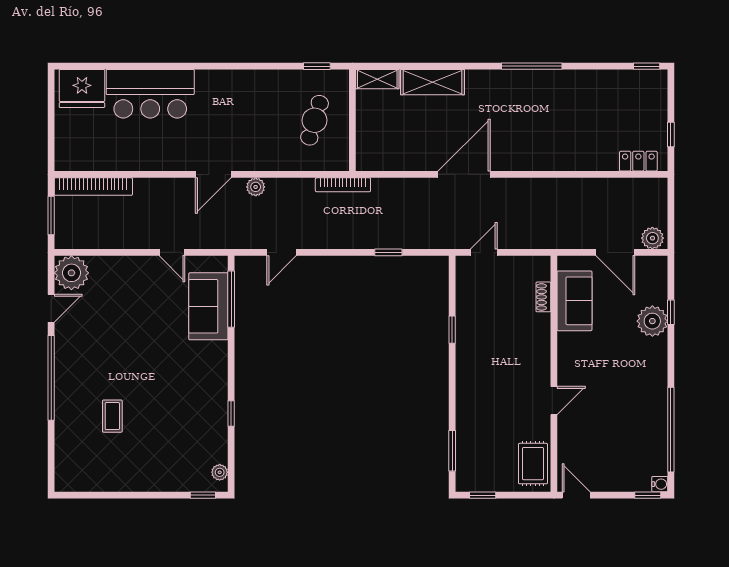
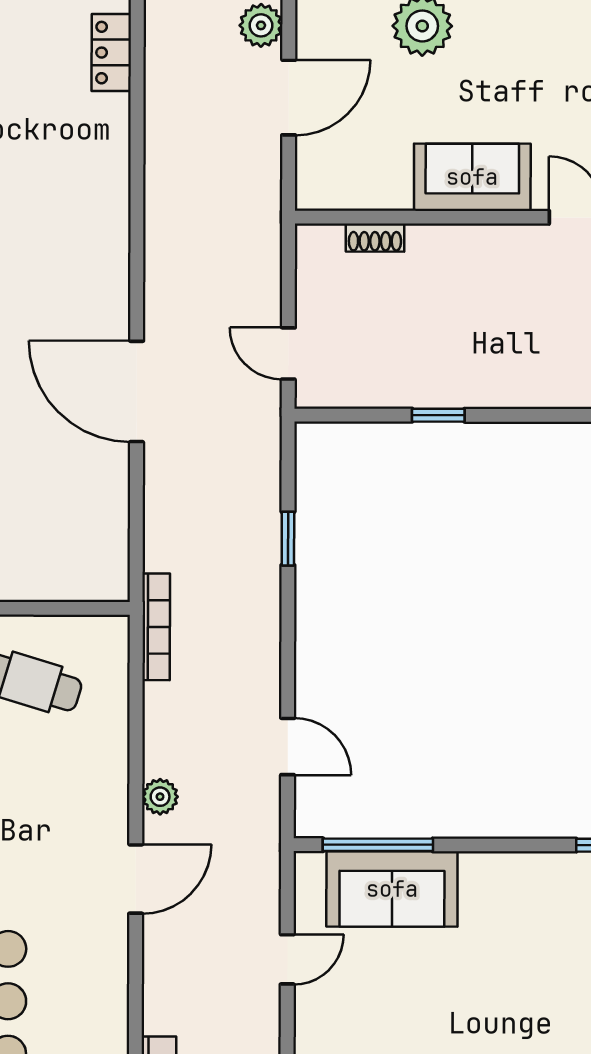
door: (213, 174) -> (136, 879), hinge flipped
sofa: (575, 301) -> (472, 177), moved

